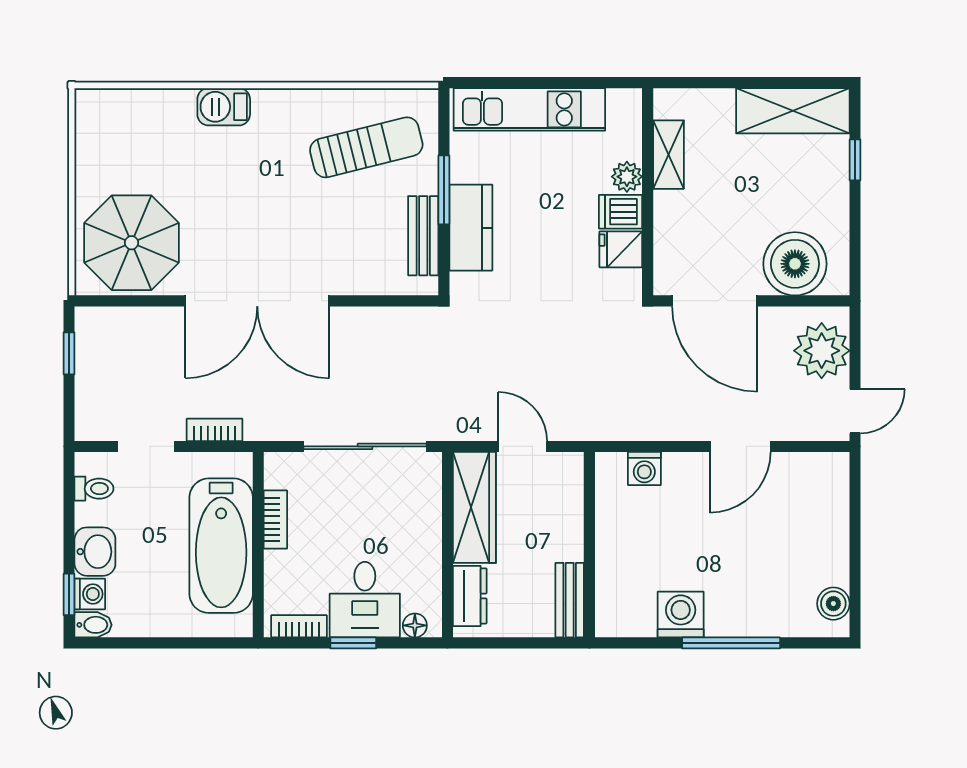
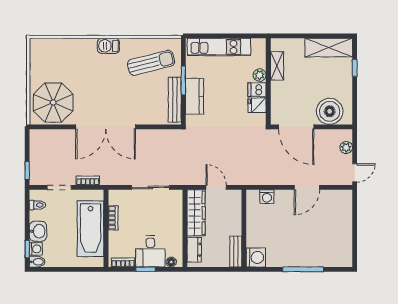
barbecue: (224, 107) -> (108, 46), moved
bench: (423, 236) -> (175, 100), width x1.36
plant: (822, 351) -> (346, 148), width x0.53, depth x0.53
window: (69, 353) -> (27, 171), moved
sliding door: (365, 446) -> (150, 187), width x0.73
boiler: (833, 604) -> (346, 253), removed
washing machine: (681, 615) -> (256, 257), moved, turned 90

